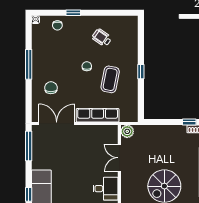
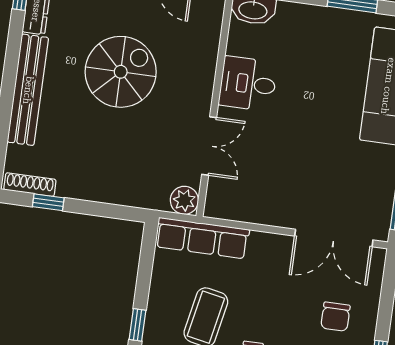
row of seats: (98, 115) -> (202, 238), moved

